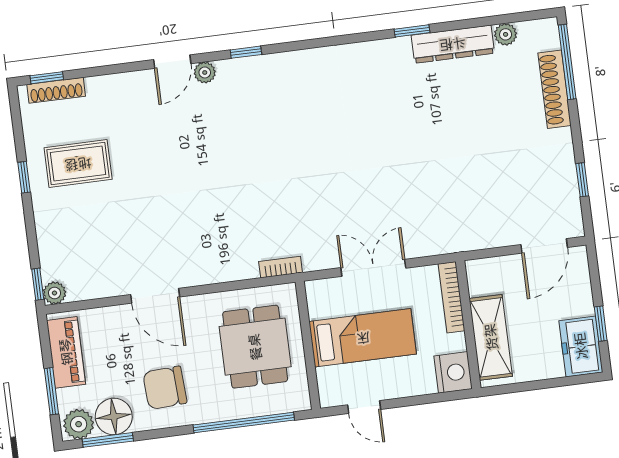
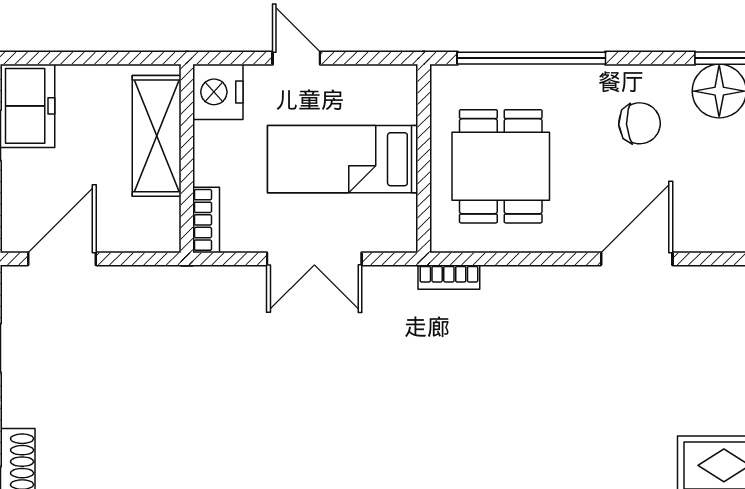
door: (155, 296) -> (637, 259), hinge flipped
bookcase: (452, 297) -> (206, 220), width x0.64
chair: (165, 388) -> (640, 123), width x0.73, depth x0.73
door: (364, 407) -> (296, 58), moved

